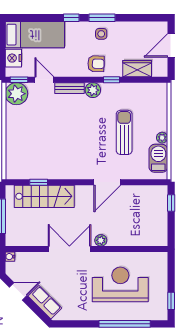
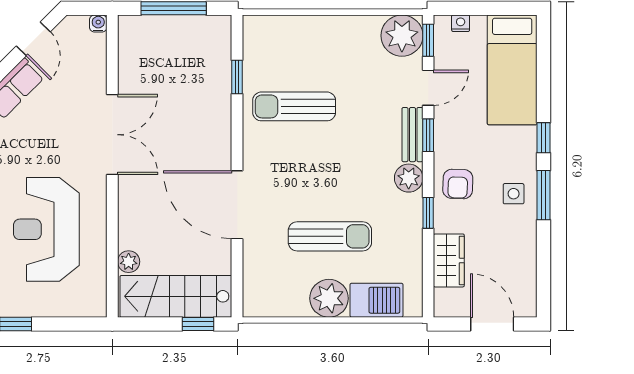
nightstand: (13, 58) -> (461, 23), width x0.53, depth x0.56
window: (70, 80) -> (428, 135), added
plant: (162, 138) -> (329, 298), width x1.88, depth x1.88
sun lounger: (54, 152) -> (294, 106), added
barbecue: (158, 158) -> (377, 300), moved
door: (107, 182) -> (237, 205), width x1.36
stairs: (44, 196) -> (176, 296), moved, turned 90
plant: (101, 240) -> (129, 262), moved
reception desk: (120, 284) -> (46, 229), turned 180

